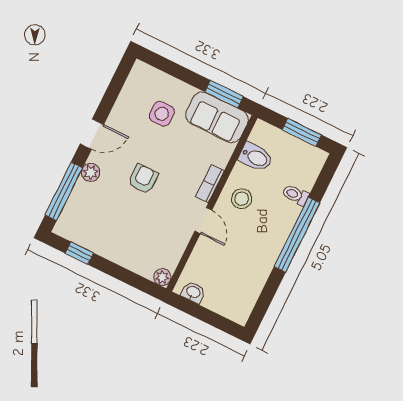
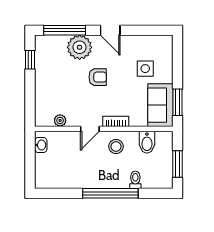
plant: (91, 172) -> (80, 47), width x1.88, depth x1.88
plant: (162, 277) -> (60, 120), moved

